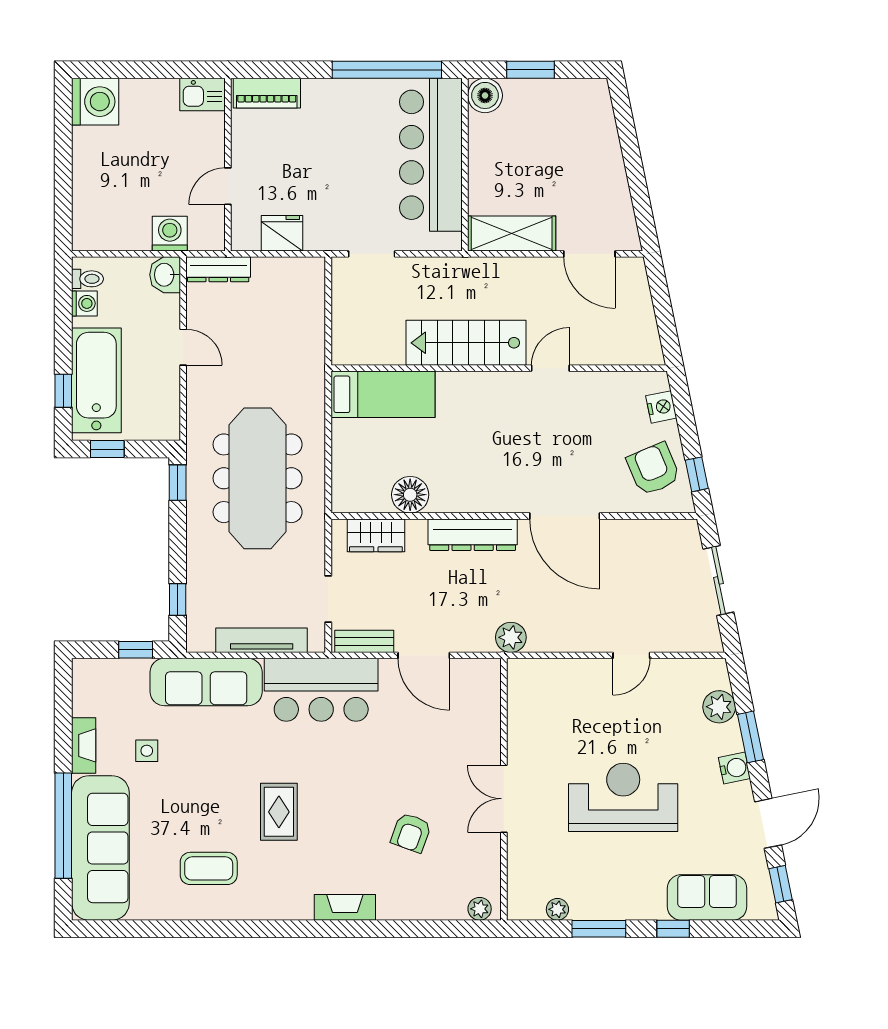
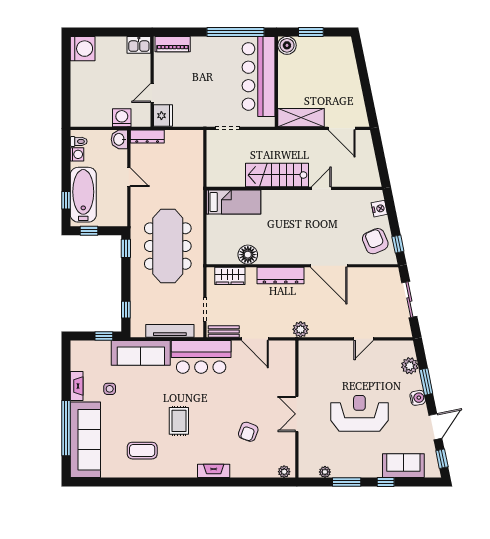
fridge: (282, 233) -> (163, 116), moved, turned 90

